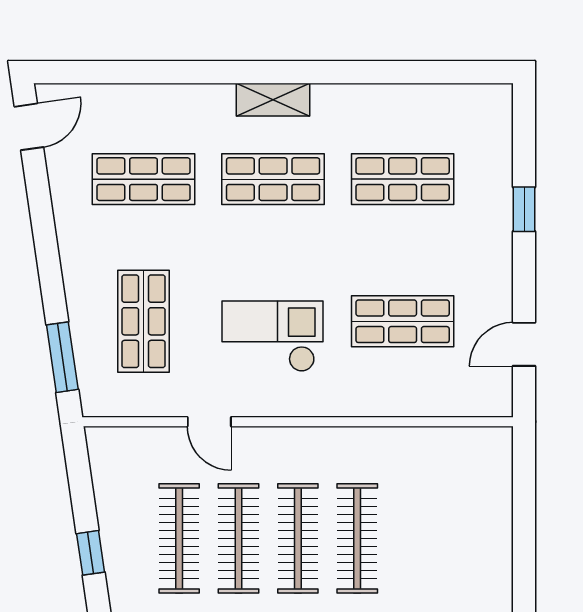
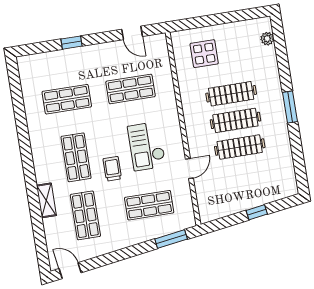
shelving: (273, 100) -> (46, 200), moved
shop shelf: (403, 179) -> (67, 99), turned 90
trolley: (236, 254) -> (112, 169), added
shop shelf: (403, 321) -> (131, 89), turned 90
display table: (454, 494) -> (204, 54), added
clothes rail: (179, 538) -> (244, 174), removed

